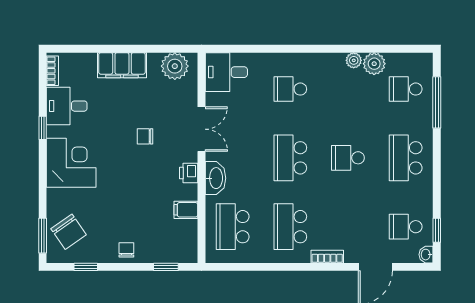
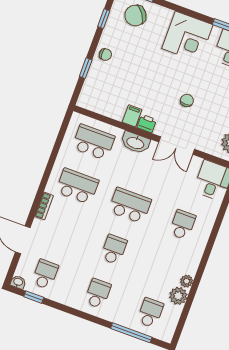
school desk: (406, 158) -> (98, 294), width x0.54
filing cabinet: (186, 210) -> (132, 116), moved
window: (166, 267) -> (86, 68), moved

